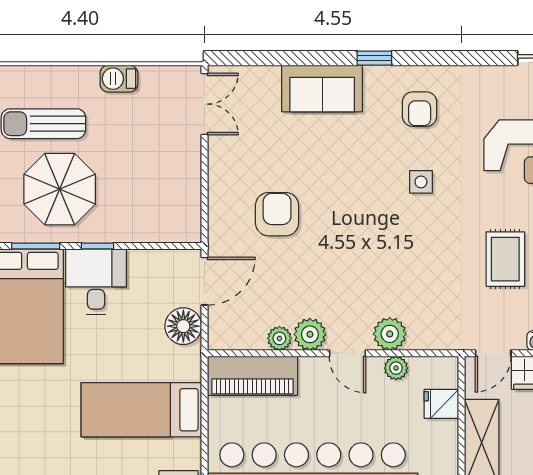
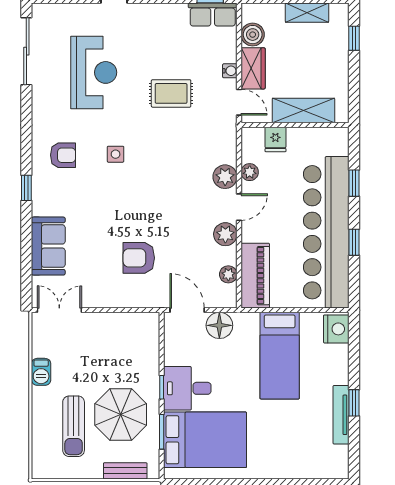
sofa: (322, 89) -> (48, 246), moved
plant: (279, 338) -> (228, 274), moved

